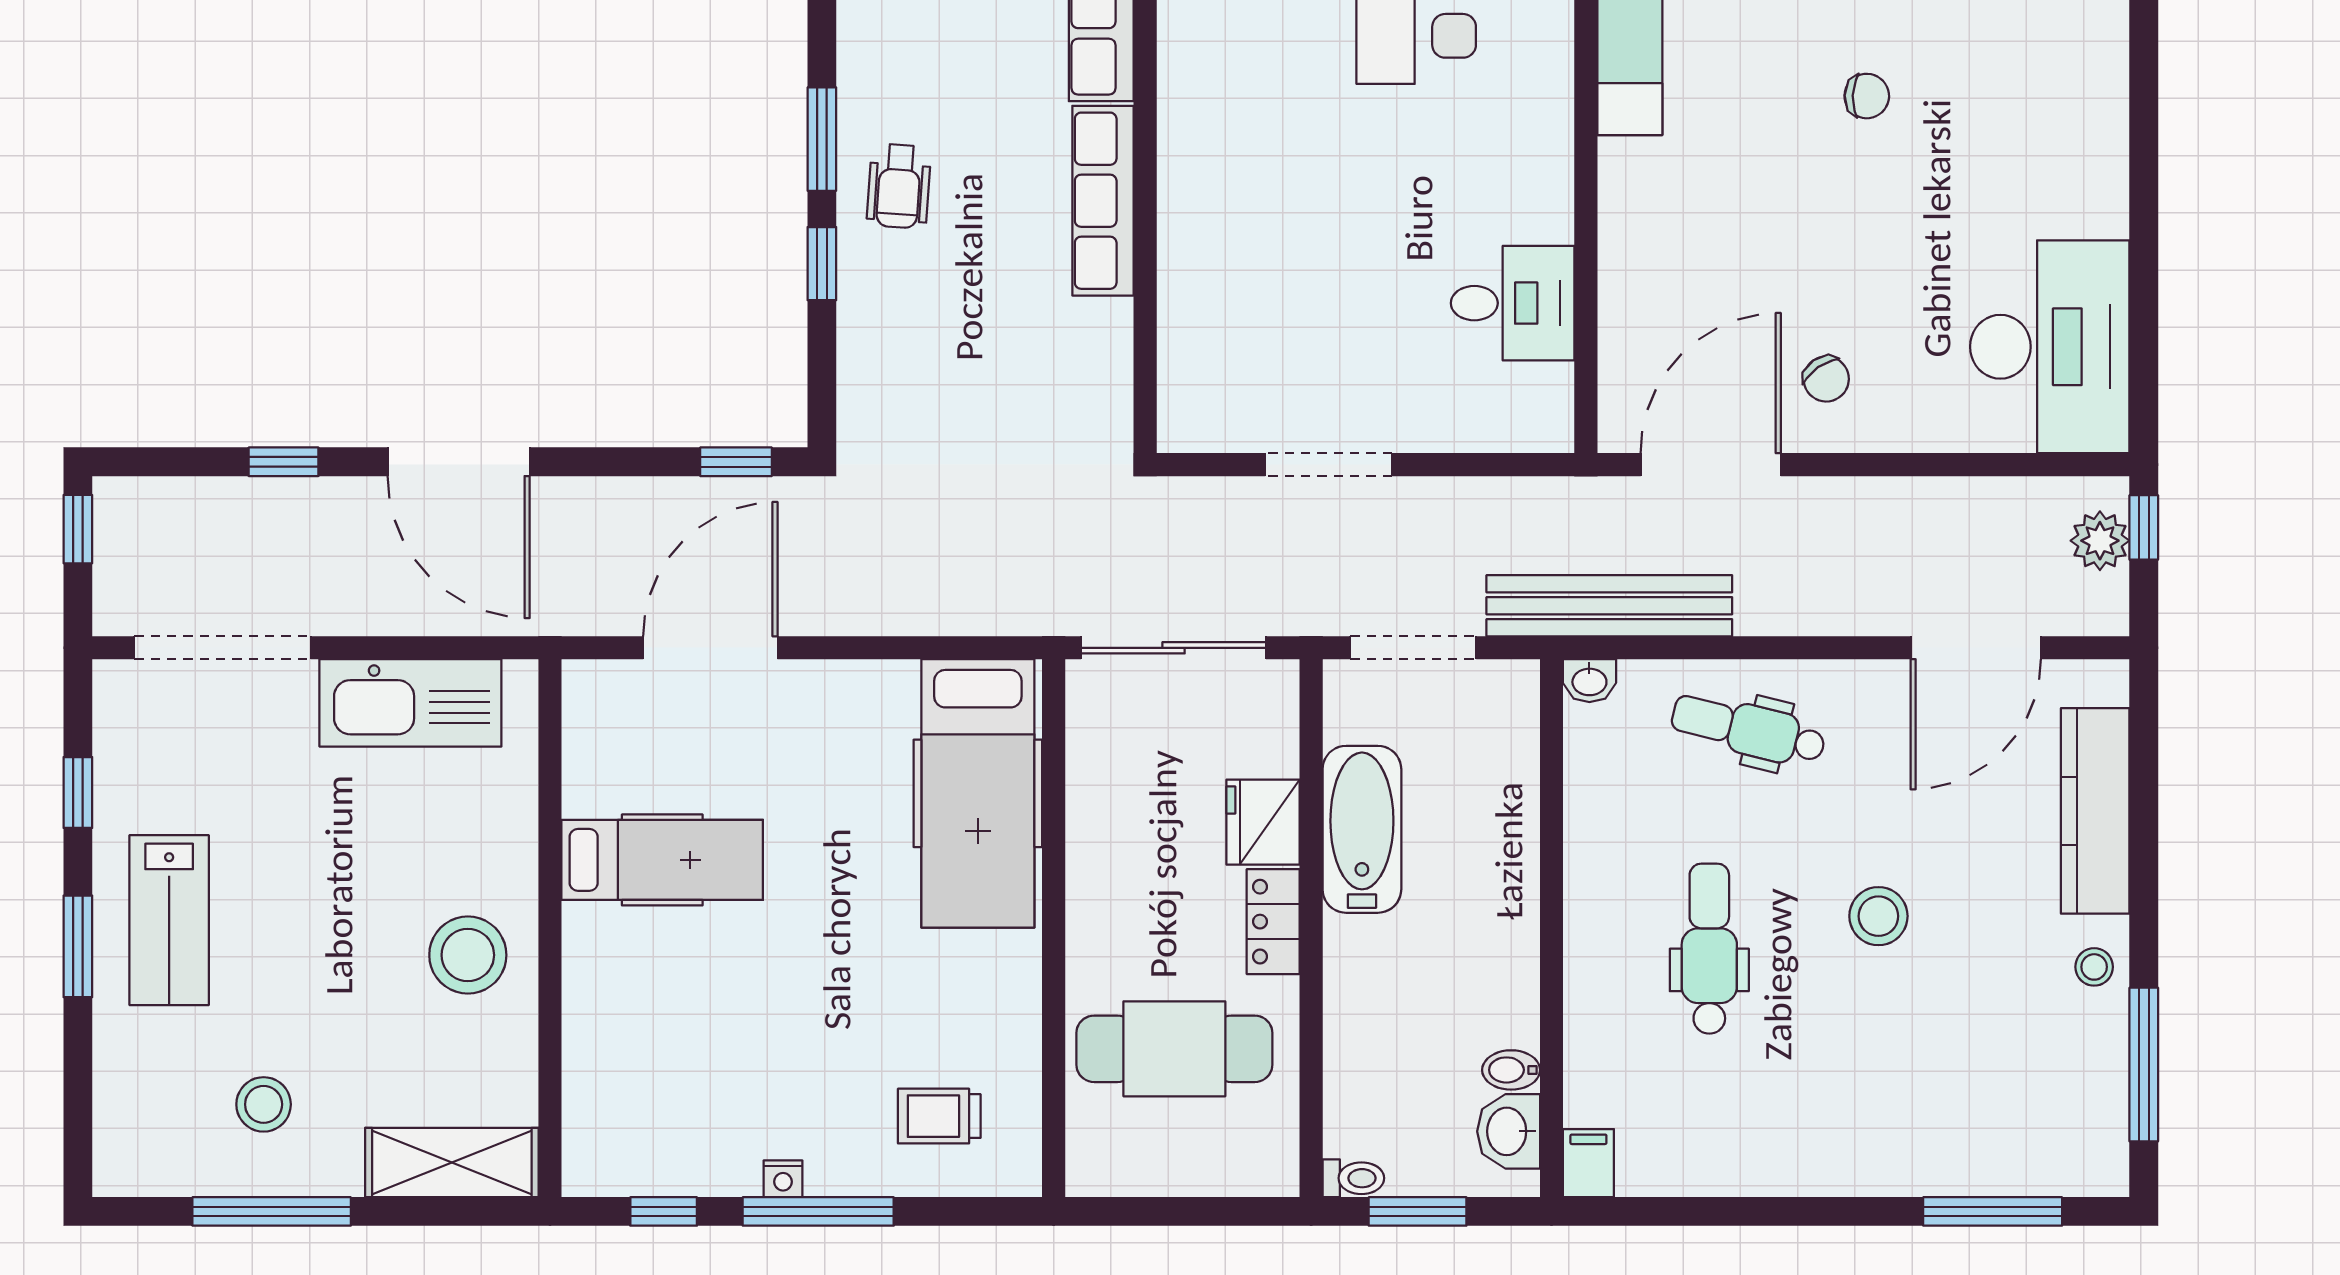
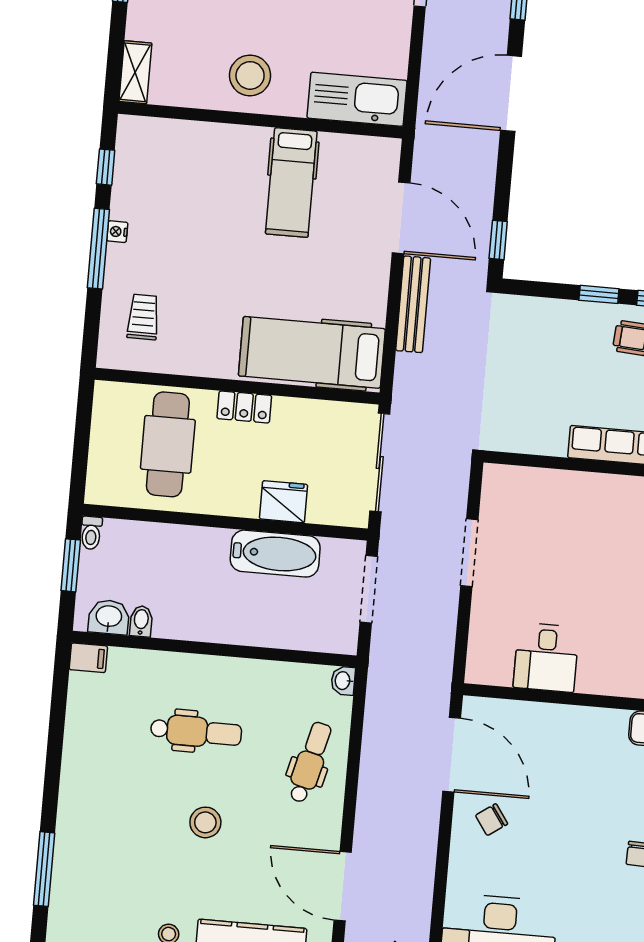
bench: (1609, 606) -> (413, 304), moved, width x0.73, depth x0.82
kitchen sink: (410, 703) -> (357, 99), moved, turned 90
locker: (1273, 922) -> (244, 407), moved, turned 180
shelving: (452, 1162) -> (135, 72), width x0.67, depth x0.75

